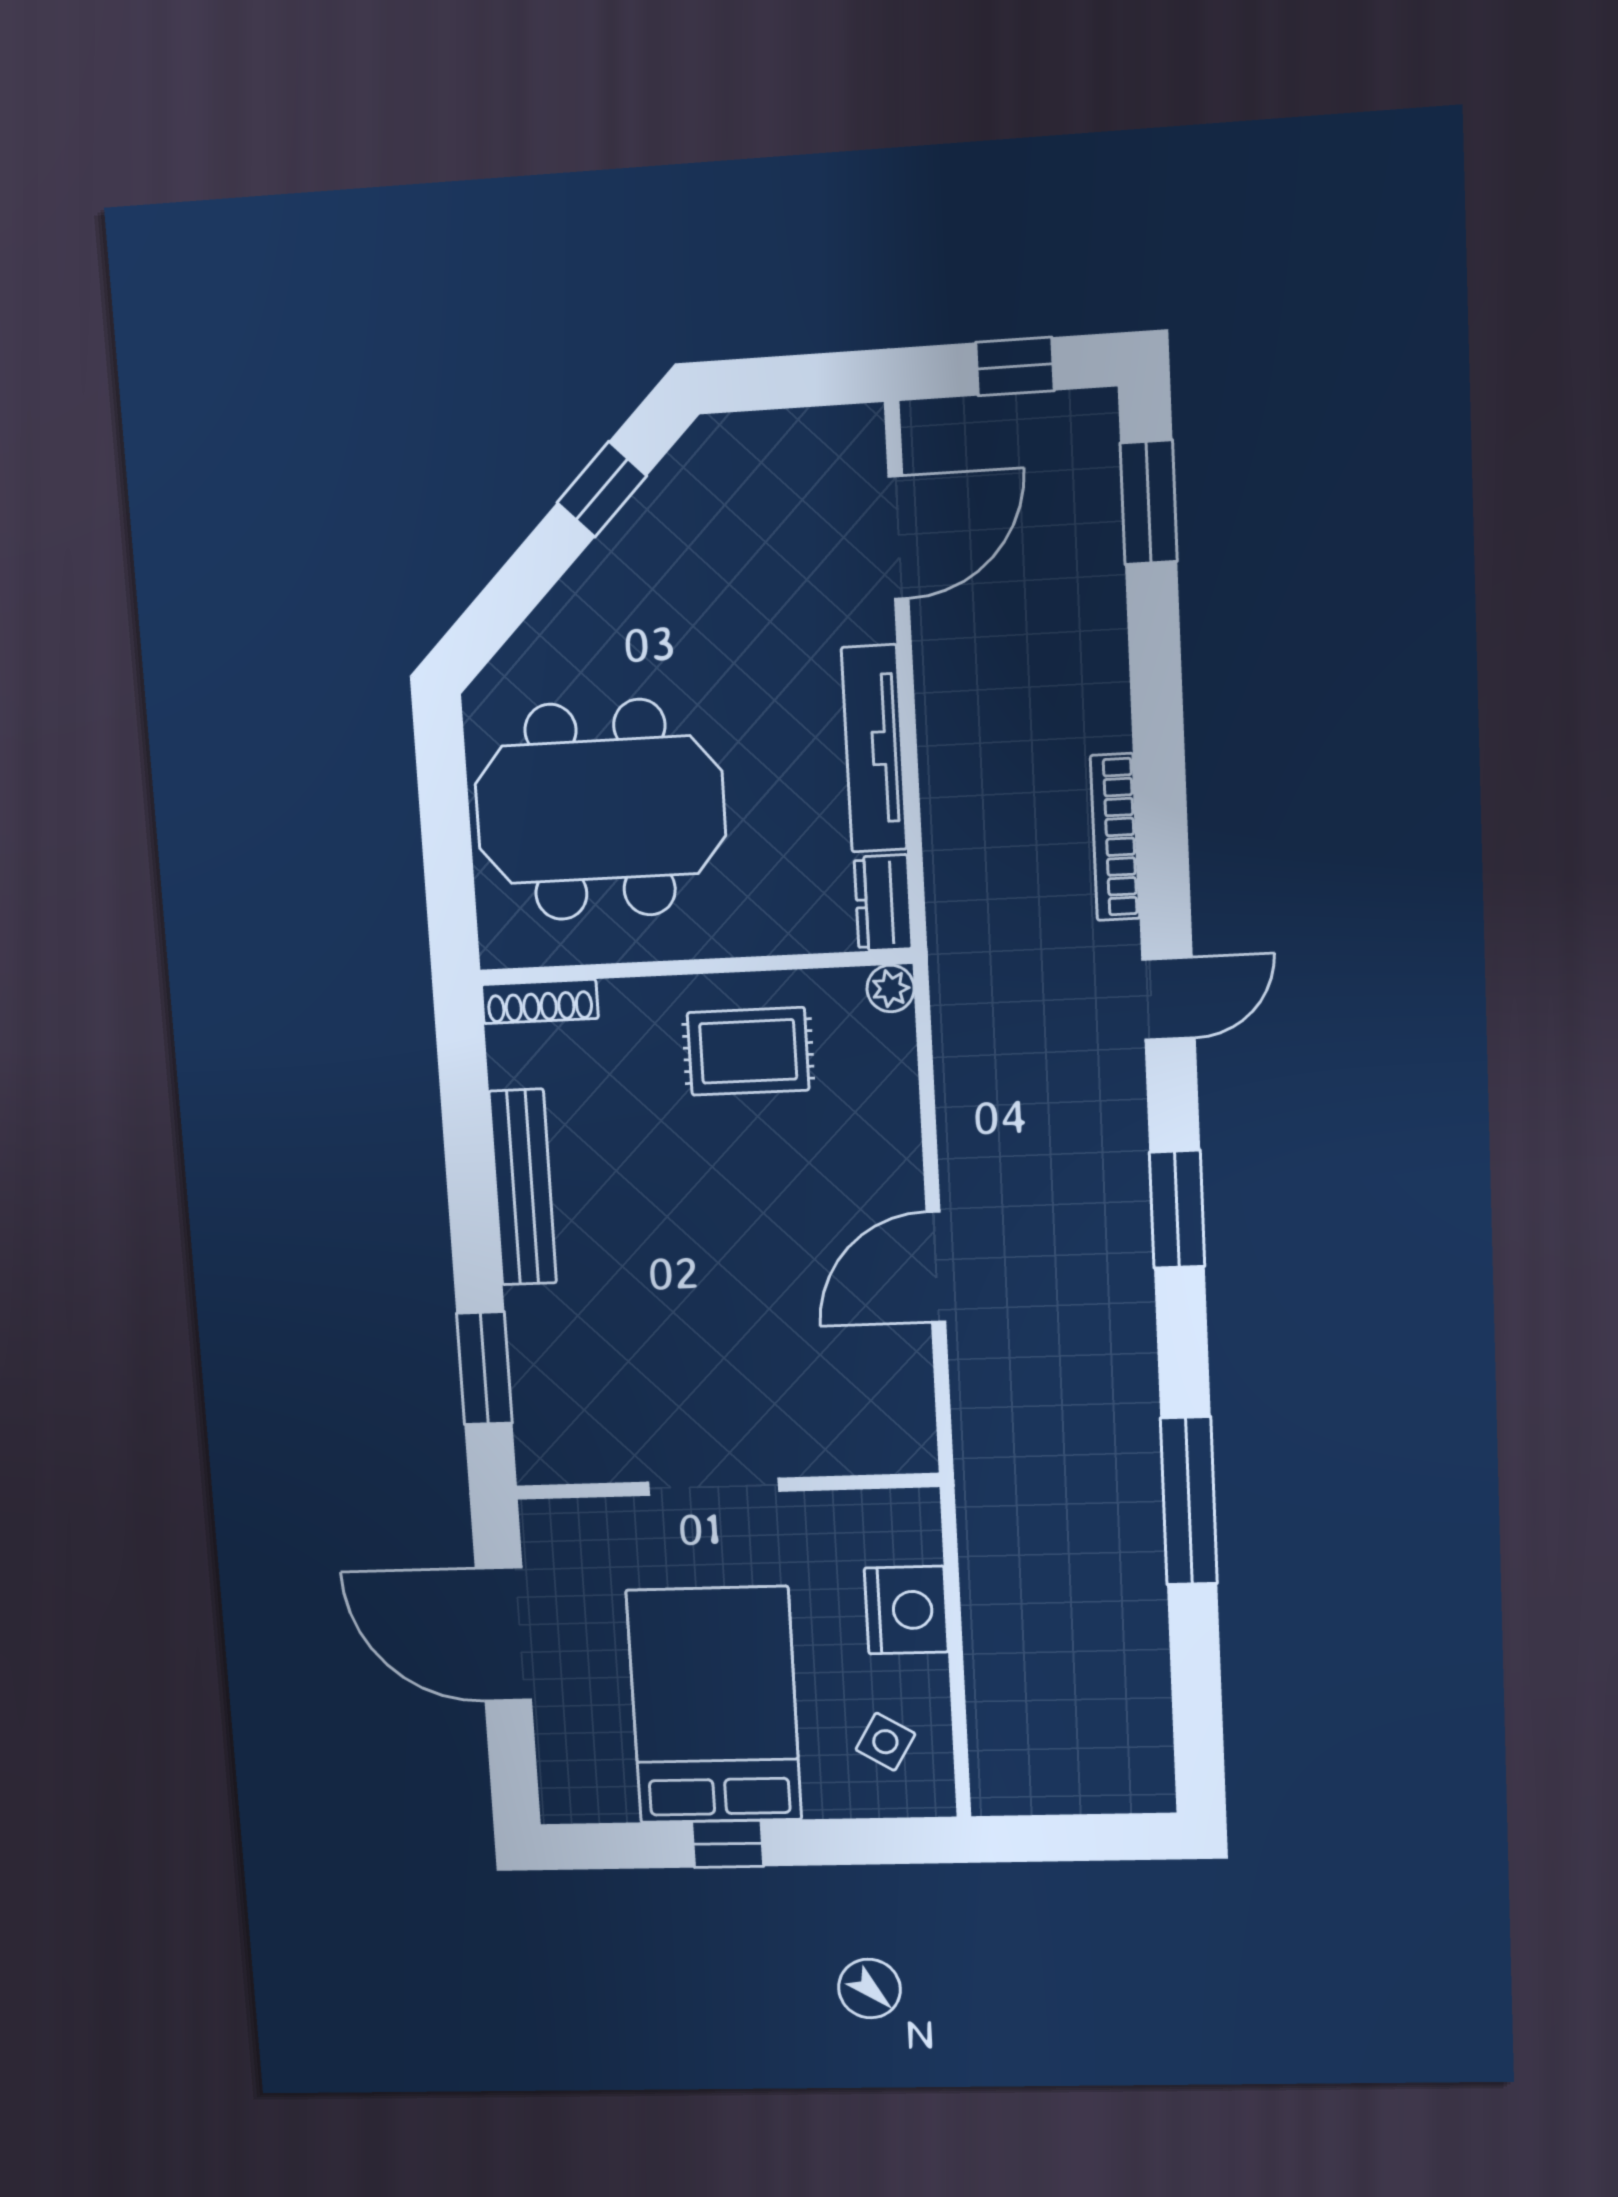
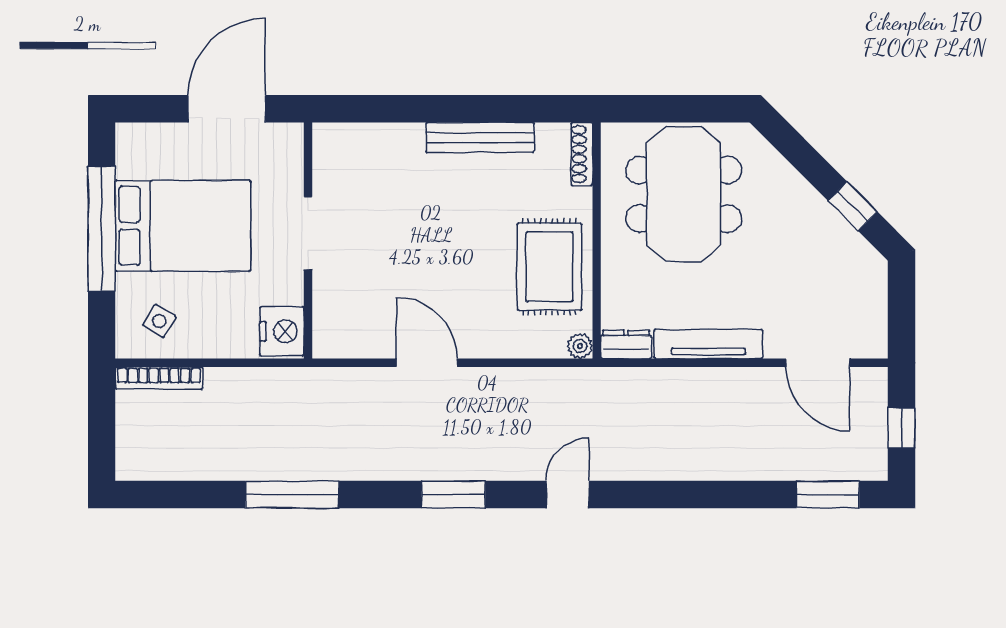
bookcase: (1115, 837) -> (159, 378), moved, turned 180
door: (1169, 998) -> (568, 495), swing flipped
rug: (748, 1051) -> (549, 267), width x1.36, depth x1.43
window: (484, 1368) -> (379, 109), removed
nightstand: (906, 1610) -> (282, 331), moved, turned -90
window: (728, 1844) -> (102, 229), width x3.17

